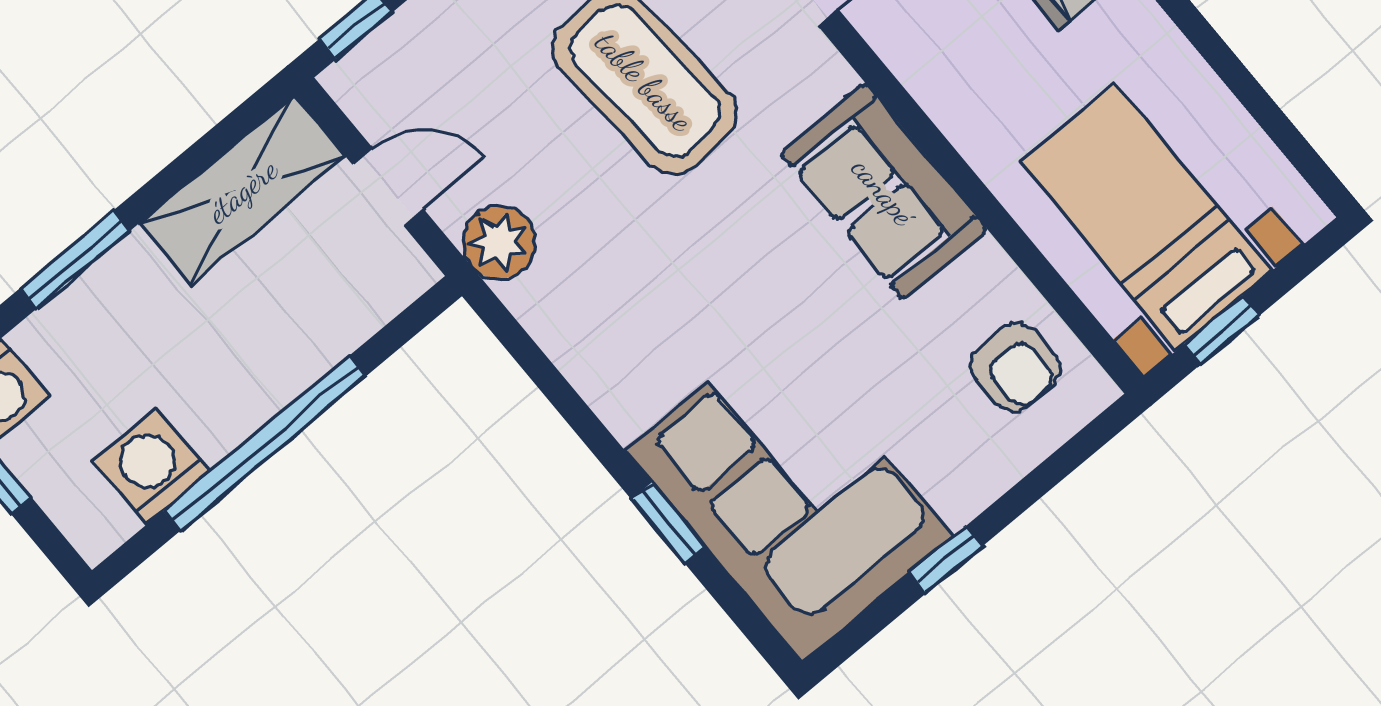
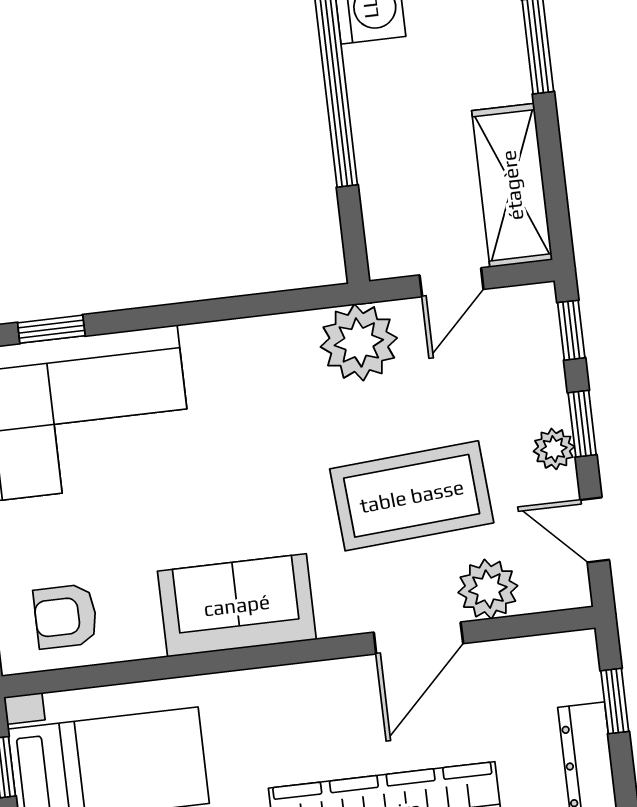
plant: (499, 243) -> (359, 342), width x1.36, depth x1.36
window: (668, 523) -> (51, 329), moved

